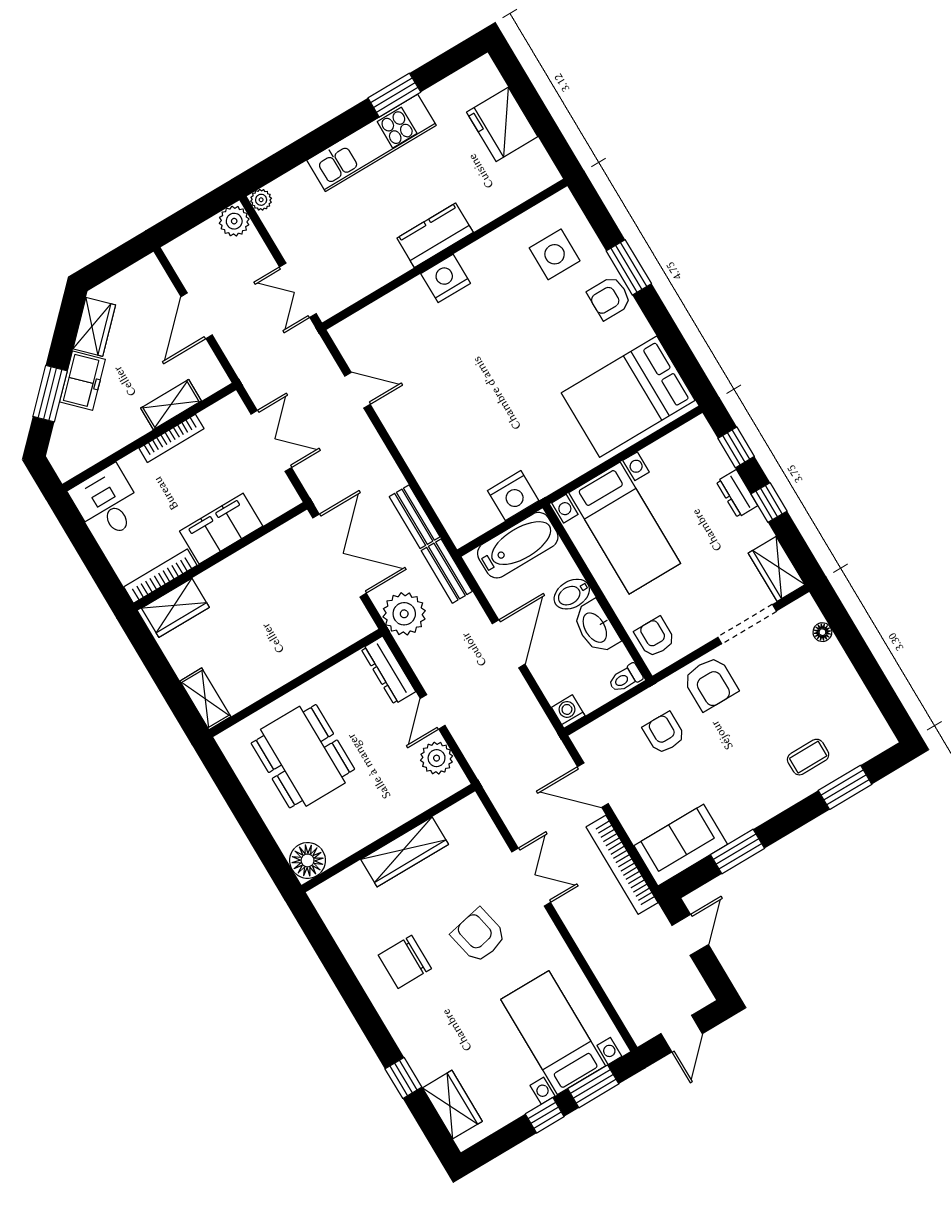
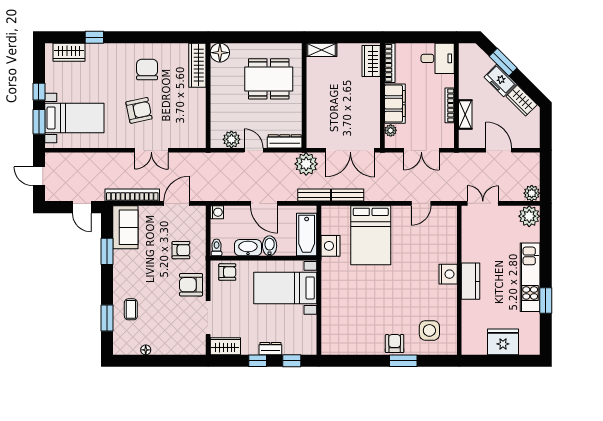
plant: (261, 200) -> (529, 216), width x1.88, depth x1.88
bed: (628, 397) -> (371, 235), moved, turned 180
plant: (269, 510) -> (391, 130), added
floor lamp: (822, 632) -> (146, 350), moved
wardrobe: (405, 852) -> (197, 65), moved

